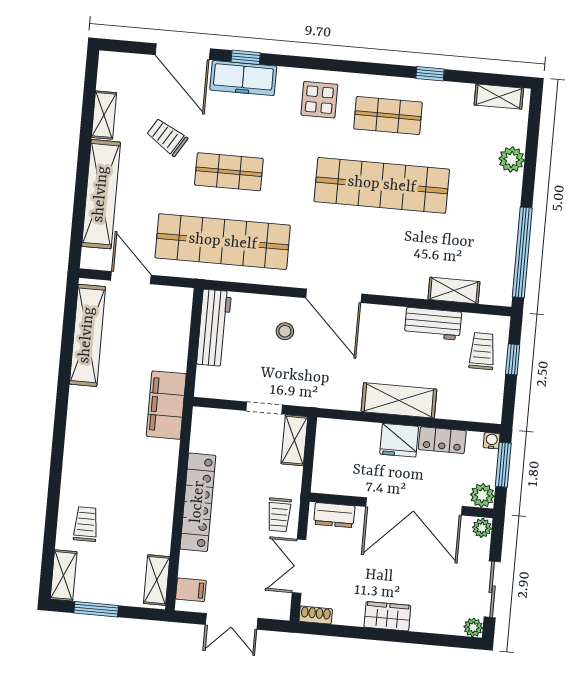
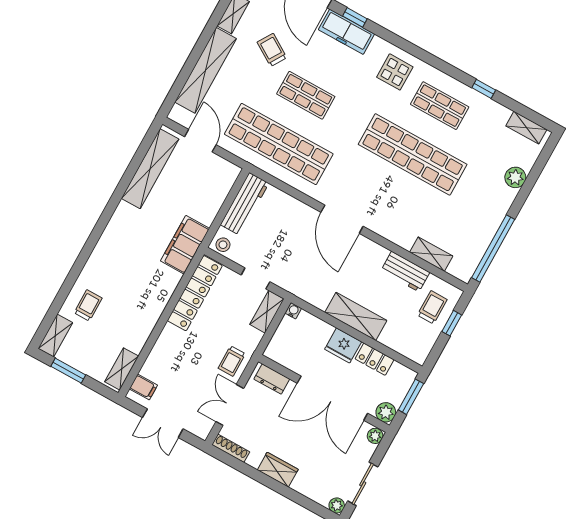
stool: (285, 331) -> (223, 245), moved
water cooler: (492, 441) -> (293, 311), moved
locker: (198, 502) -> (195, 293), moved
shoe rack: (316, 615) -> (231, 448), width x1.43

